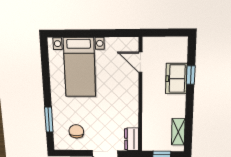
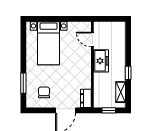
window: (191, 75) -> (128, 73), moved
freezer: (176, 79) -> (101, 61), moved, turned 180

